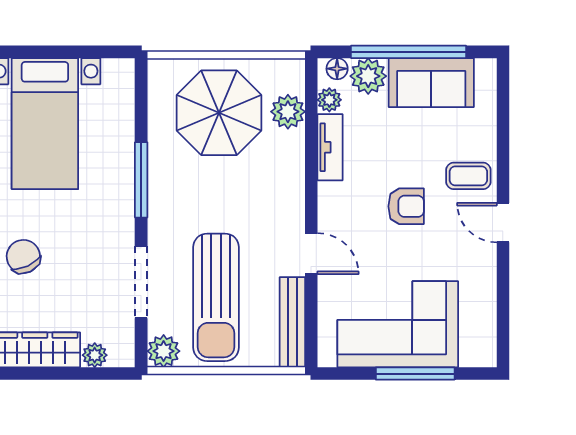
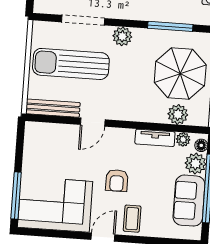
window: (141, 180) -> (170, 26), moved
corner sofa: (398, 324) -> (55, 204), moved, turned -90
plant: (164, 351) -> (122, 36), moved
window: (415, 374) -> (16, 196), moved

